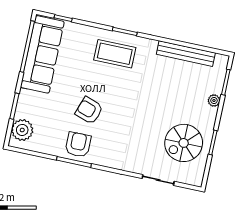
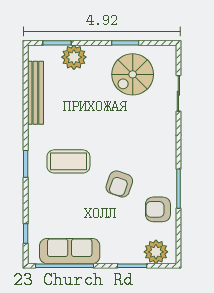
sofa: (42, 54) -> (70, 251), width x0.74, depth x0.79
coffee table: (115, 54) -> (68, 161), moved, turned 90
plant: (214, 101) -> (74, 57), width x1.87, depth x1.87
spiral stairs: (184, 143) -> (133, 74), turned 90
armchair: (78, 145) -> (158, 209), moved

